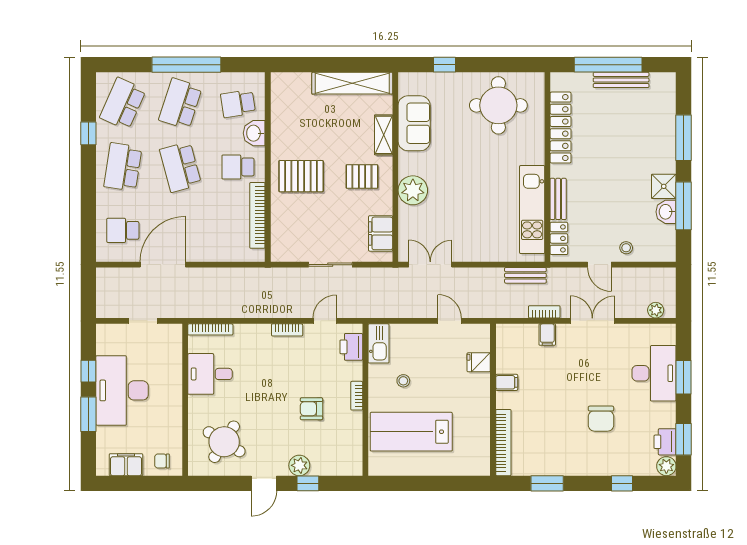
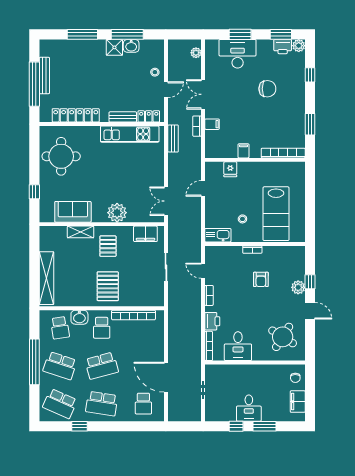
shelving: (352, 83) -> (46, 278), moved
printer: (351, 347) -> (212, 321), moved, turned -90
desk: (122, 390) -> (249, 408), width x0.53, depth x0.77

